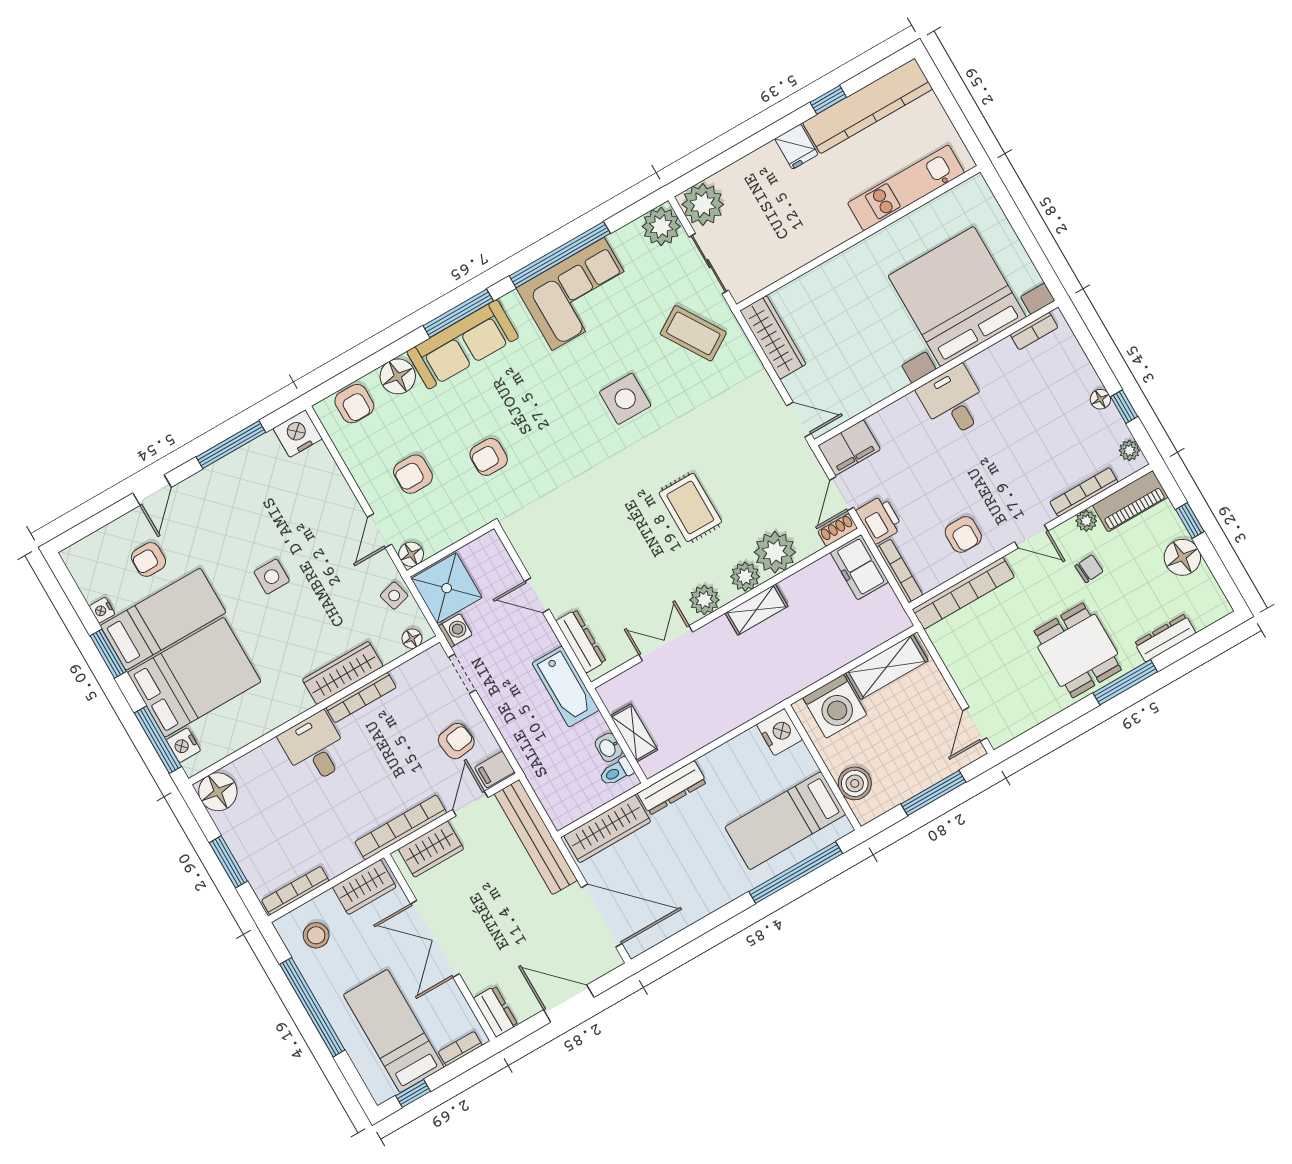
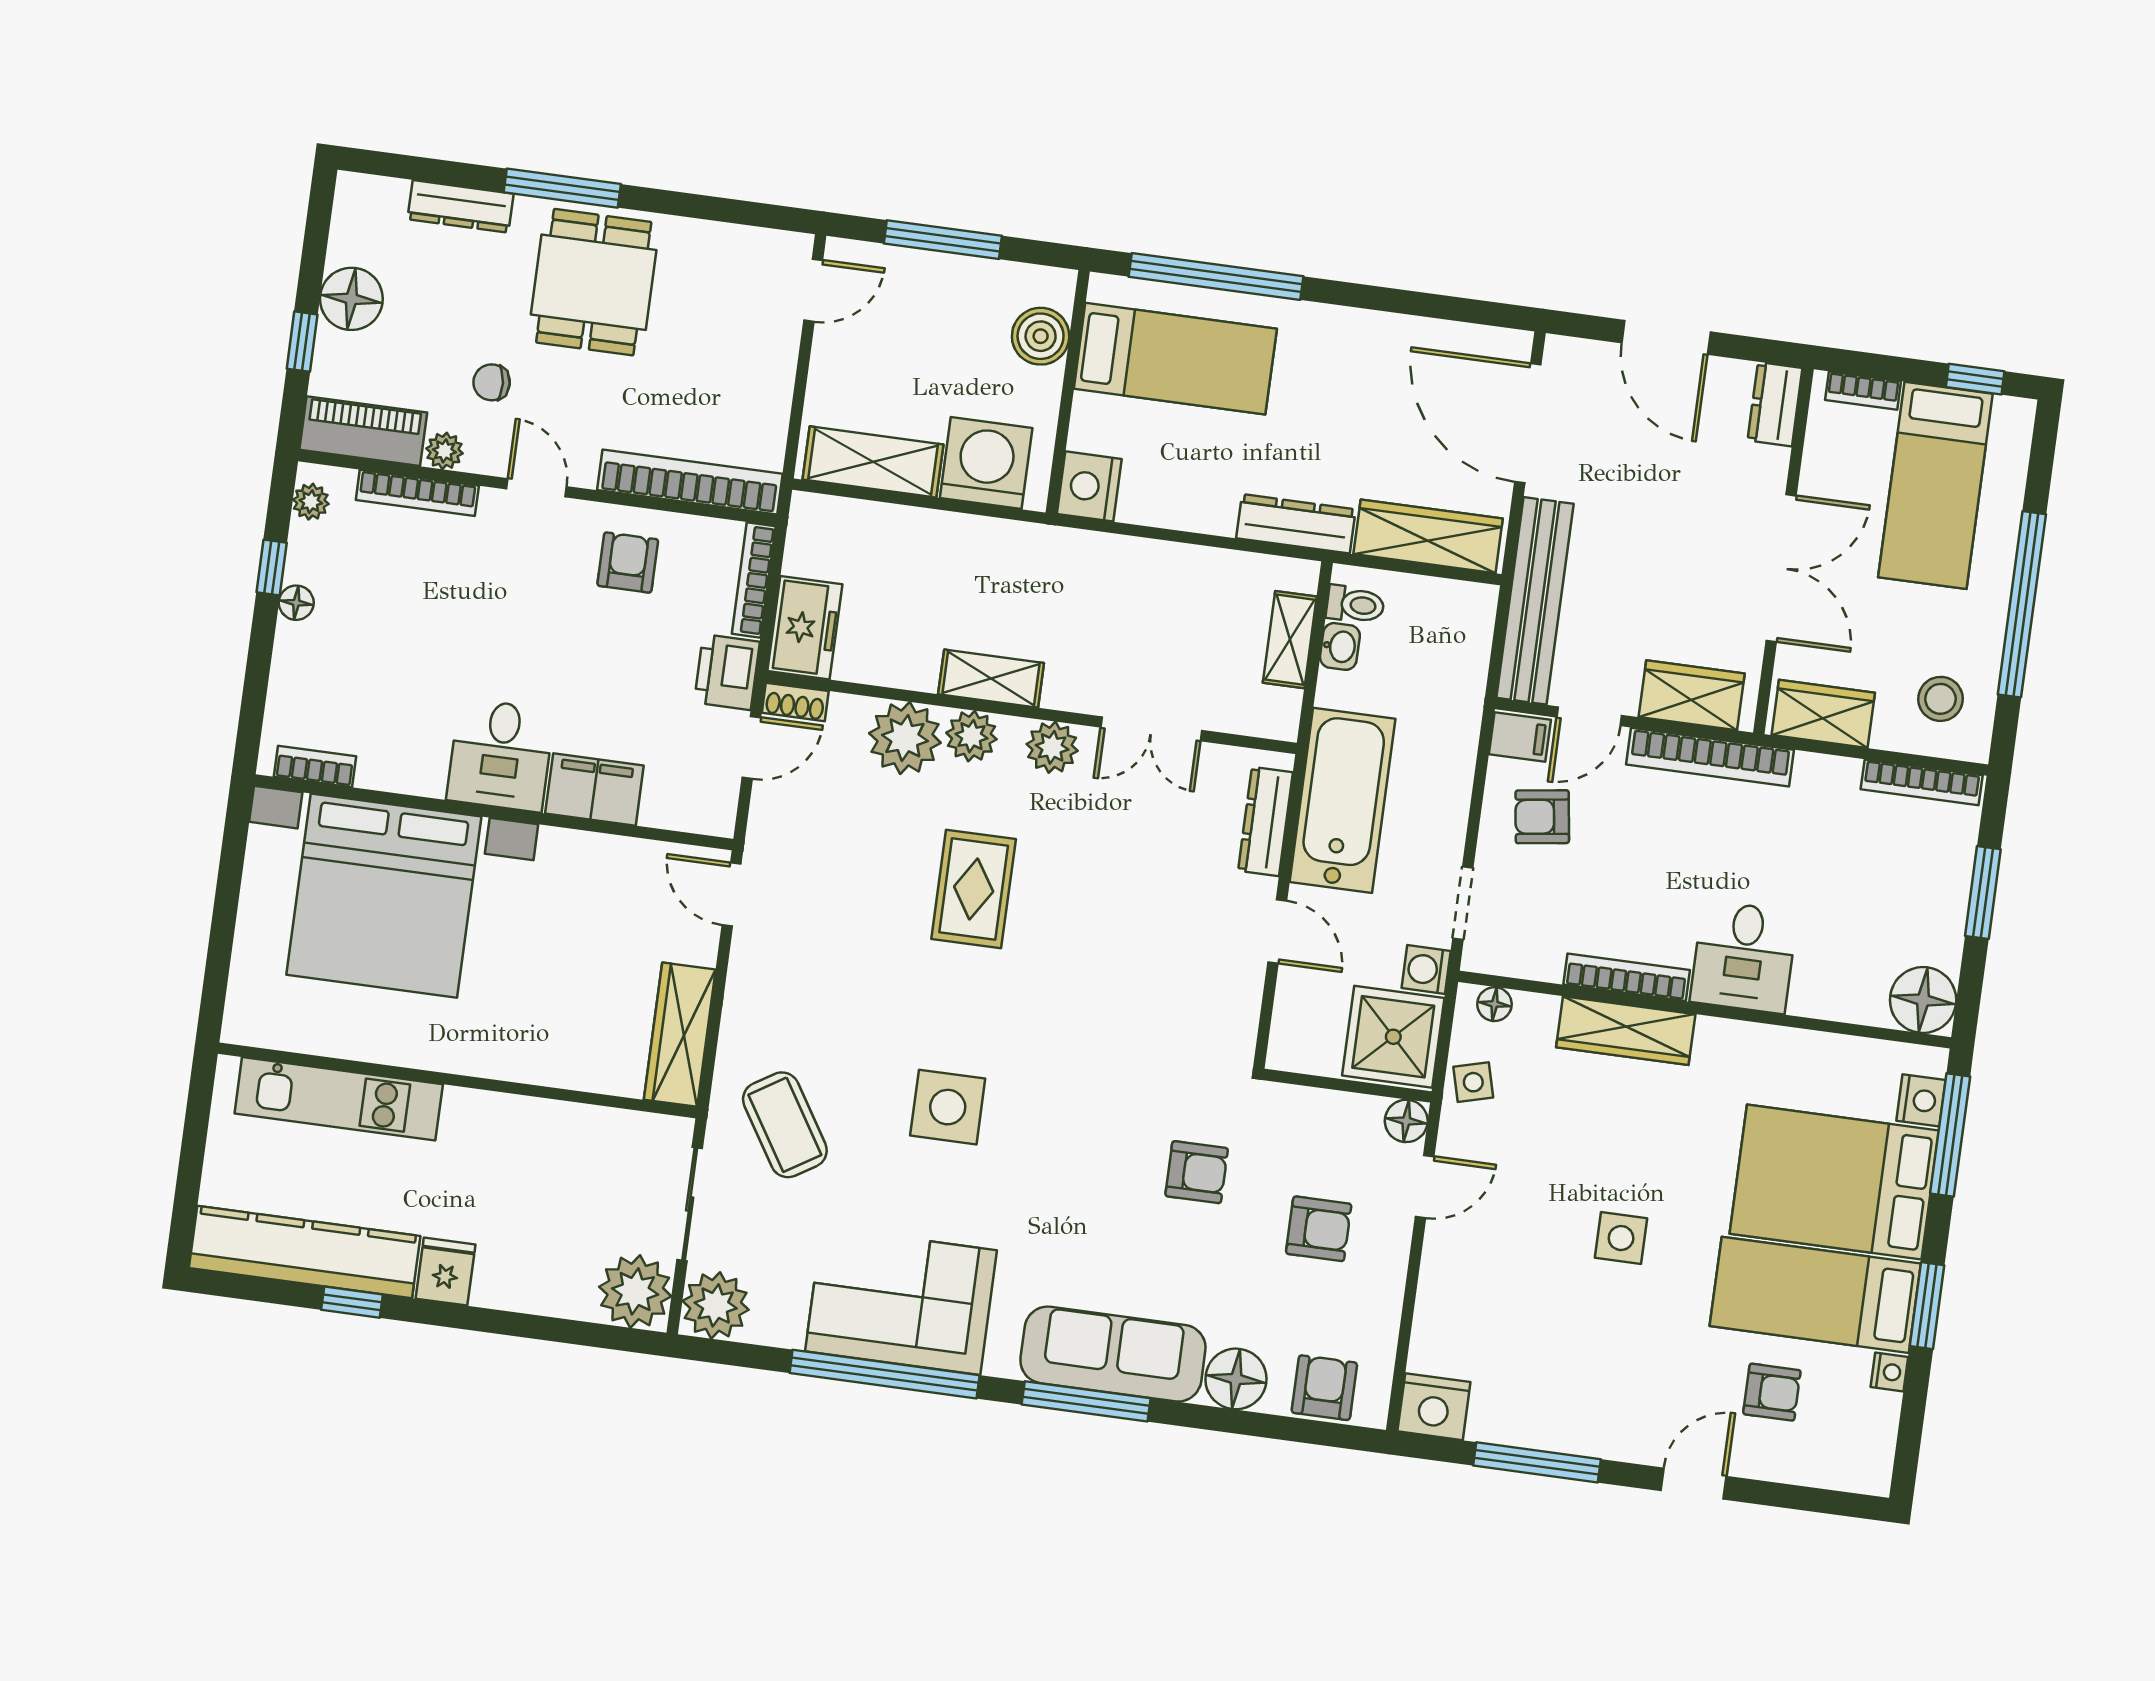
filing cabinet: (849, 448) -> (594, 789), moved
bathtub: (566, 687) -> (1342, 800), width x1.36, depth x1.36

